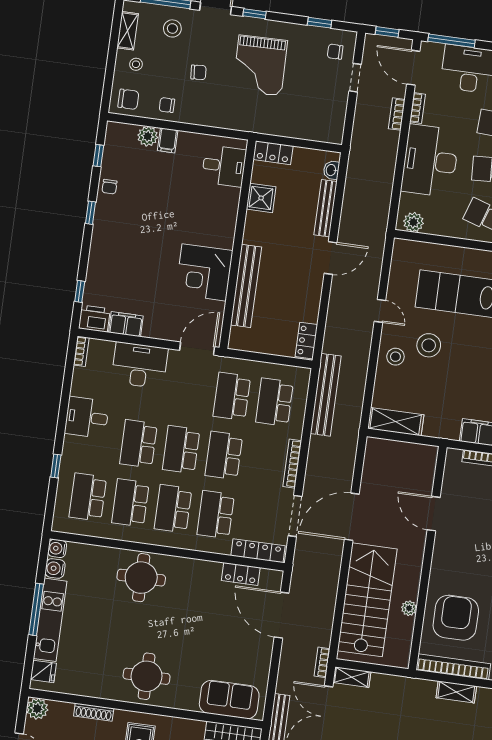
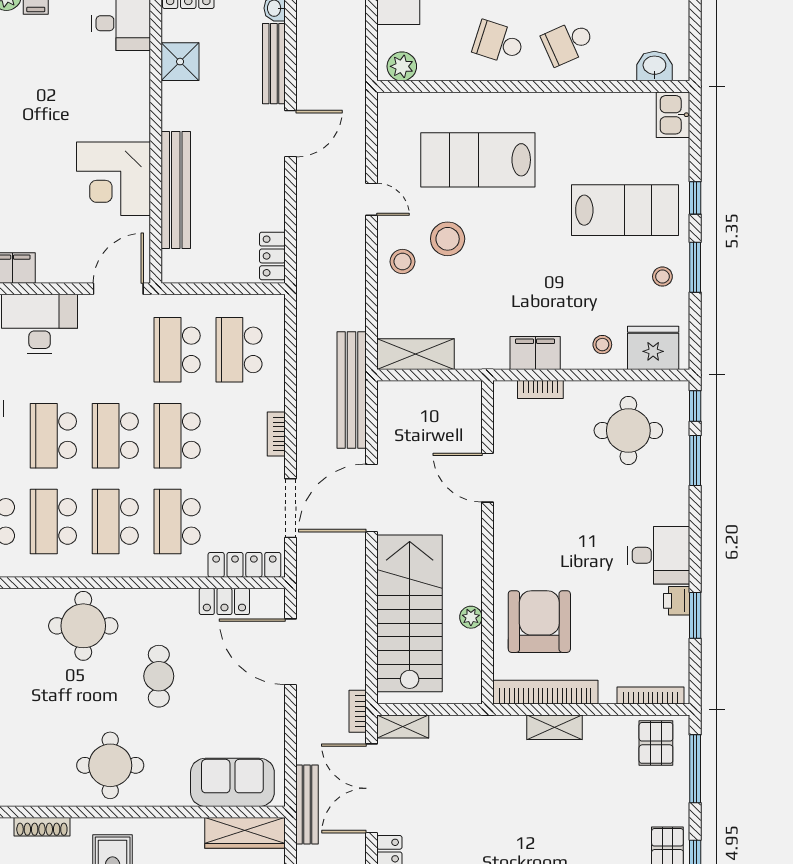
bench: (326, 395) -> (352, 390), moved
bookcase: (292, 464) -> (276, 434), width x0.64
cafe table: (188, 619) -> (159, 676), added

